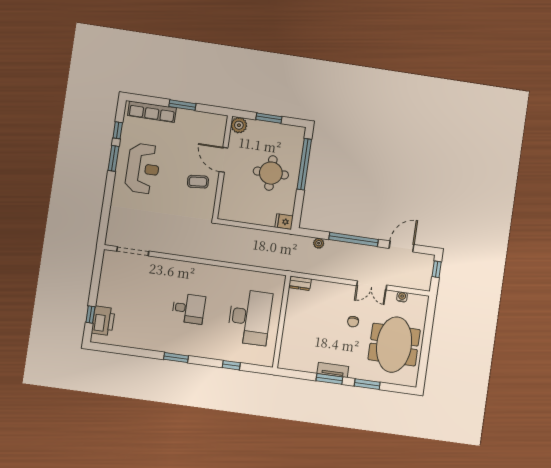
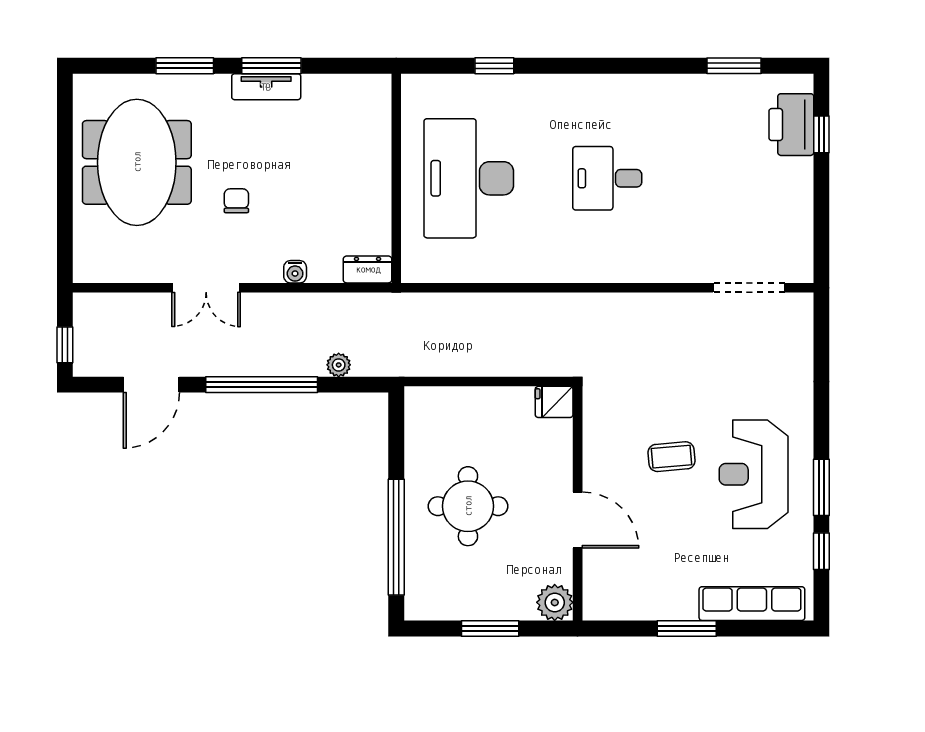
coffee table: (198, 182) -> (671, 457), moved
fridge: (284, 222) -> (554, 402), moved, turned 180
double door: (372, 285) -> (206, 288), swing flipped
water cooler: (402, 297) -> (295, 272), moved
window: (176, 358) -> (734, 66), moved

